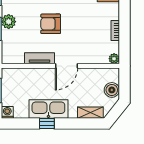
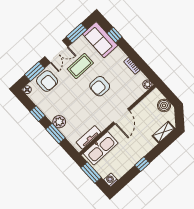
armchair: (51, 24) -> (100, 86), moved
tv unit: (40, 58) -> (89, 137), moved
kitchen sink: (48, 109) -> (101, 148), moved, turned 180

